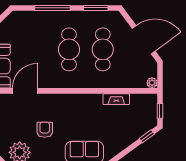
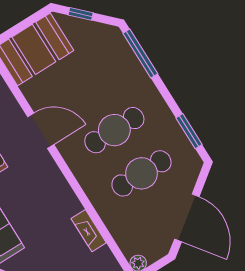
window: (52, 8) -> (140, 54), moved
door: (25, 91) -> (41, 131), moved

